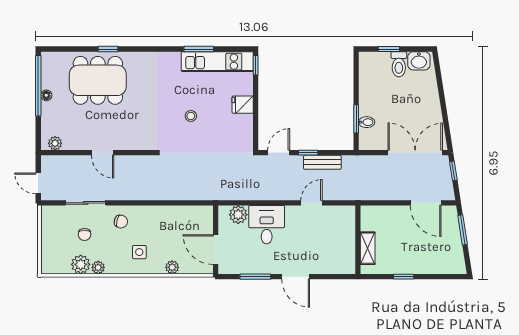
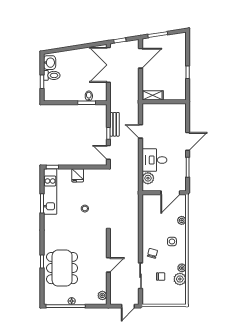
shelving: (368, 248) -> (153, 95), moved

